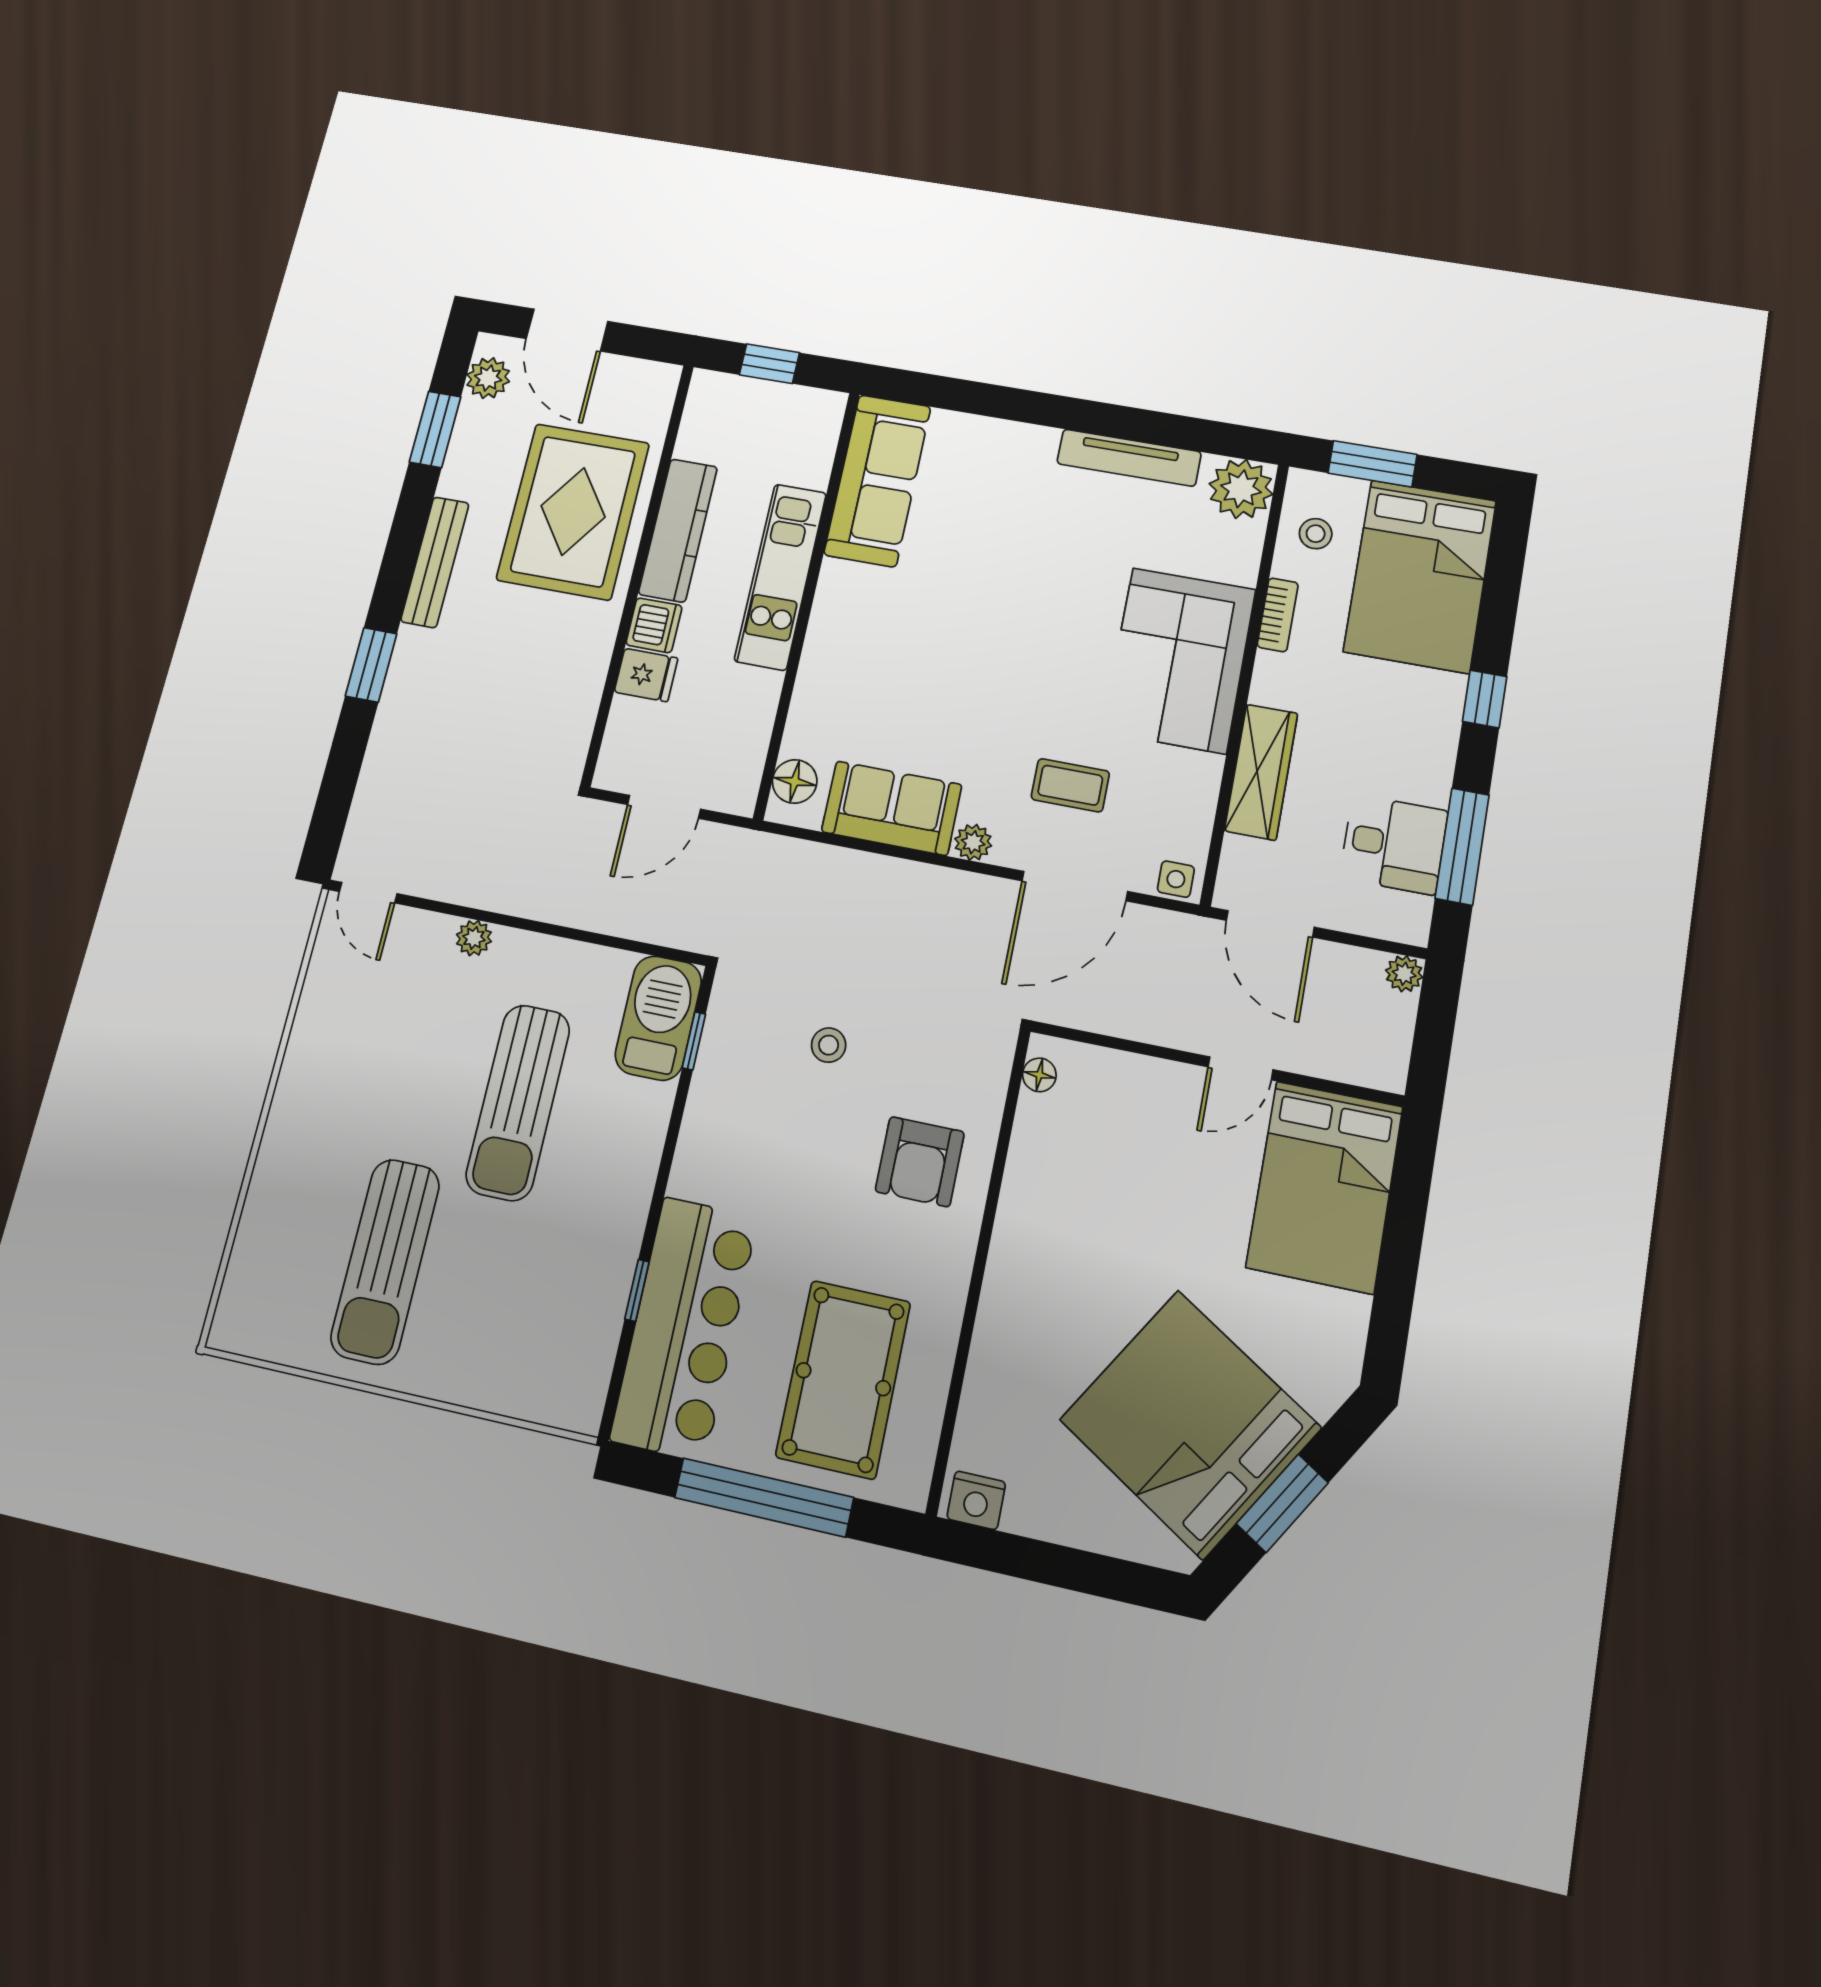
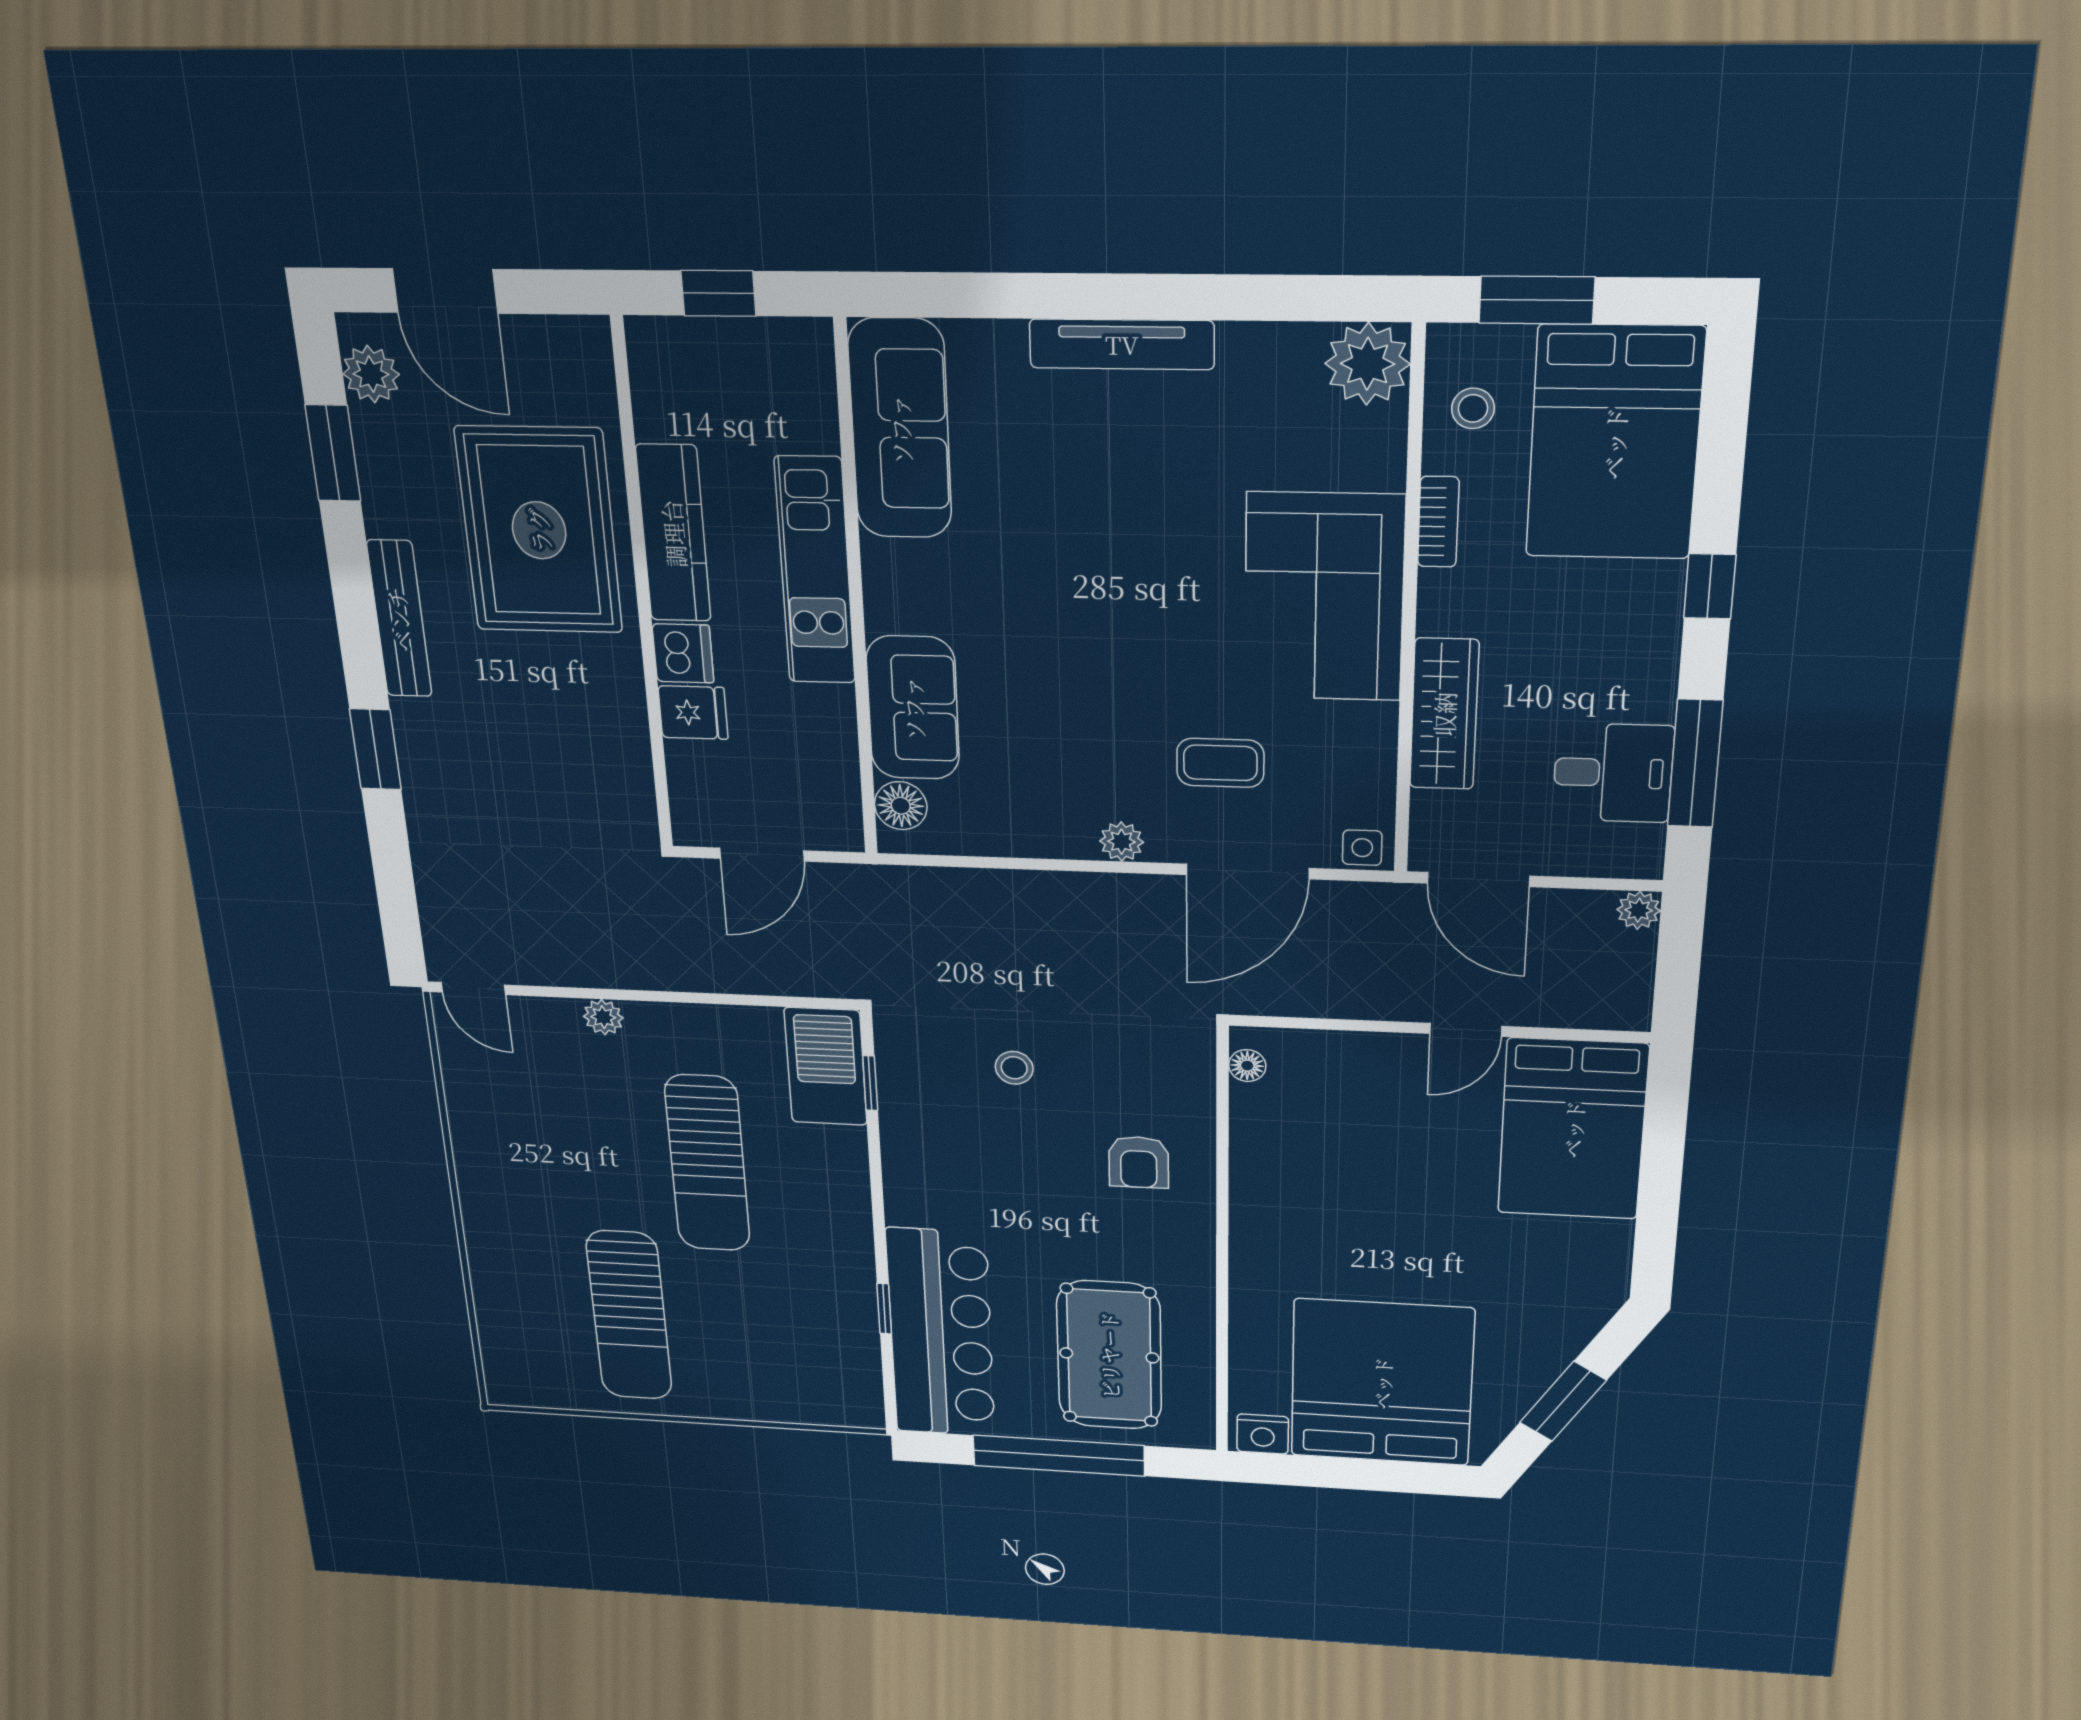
tv unit: (1129, 458) -> (1122, 344), moved
sofa: (892, 808) -> (913, 708), moved, turned 90
armchair: (920, 1162) -> (1139, 1162), width x0.72, depth x0.72
bed: (1190, 1424) -> (1382, 1383), moved, turned 58

